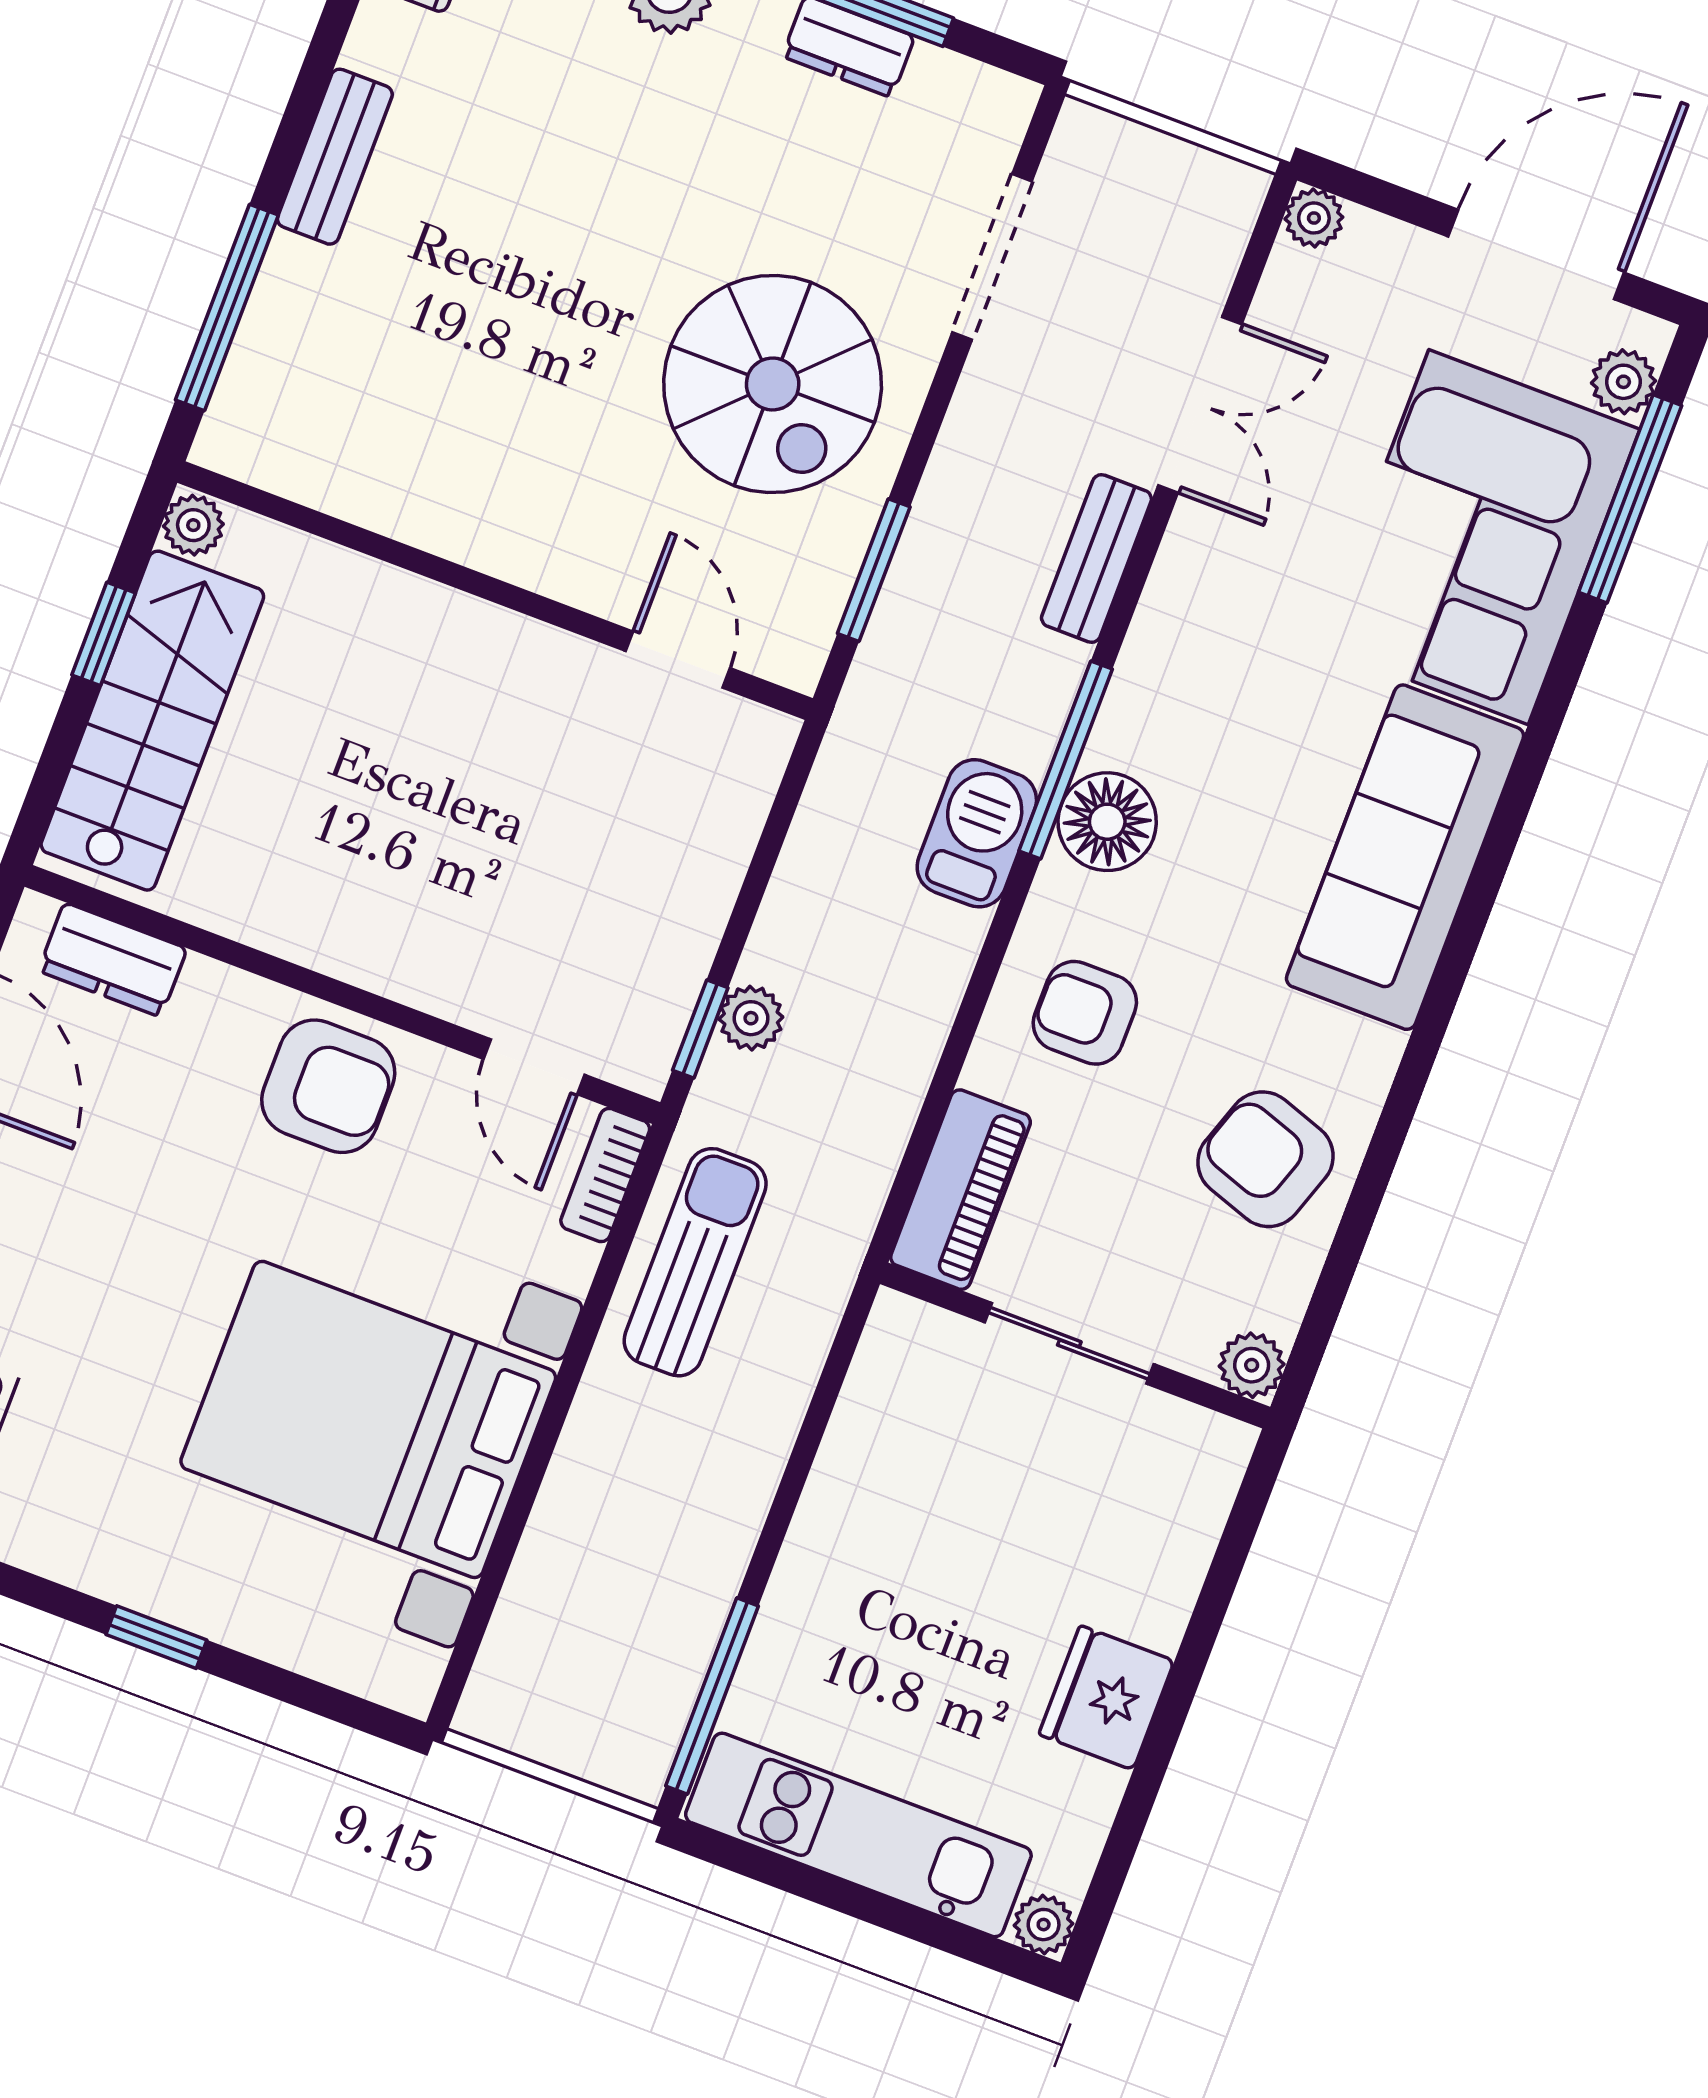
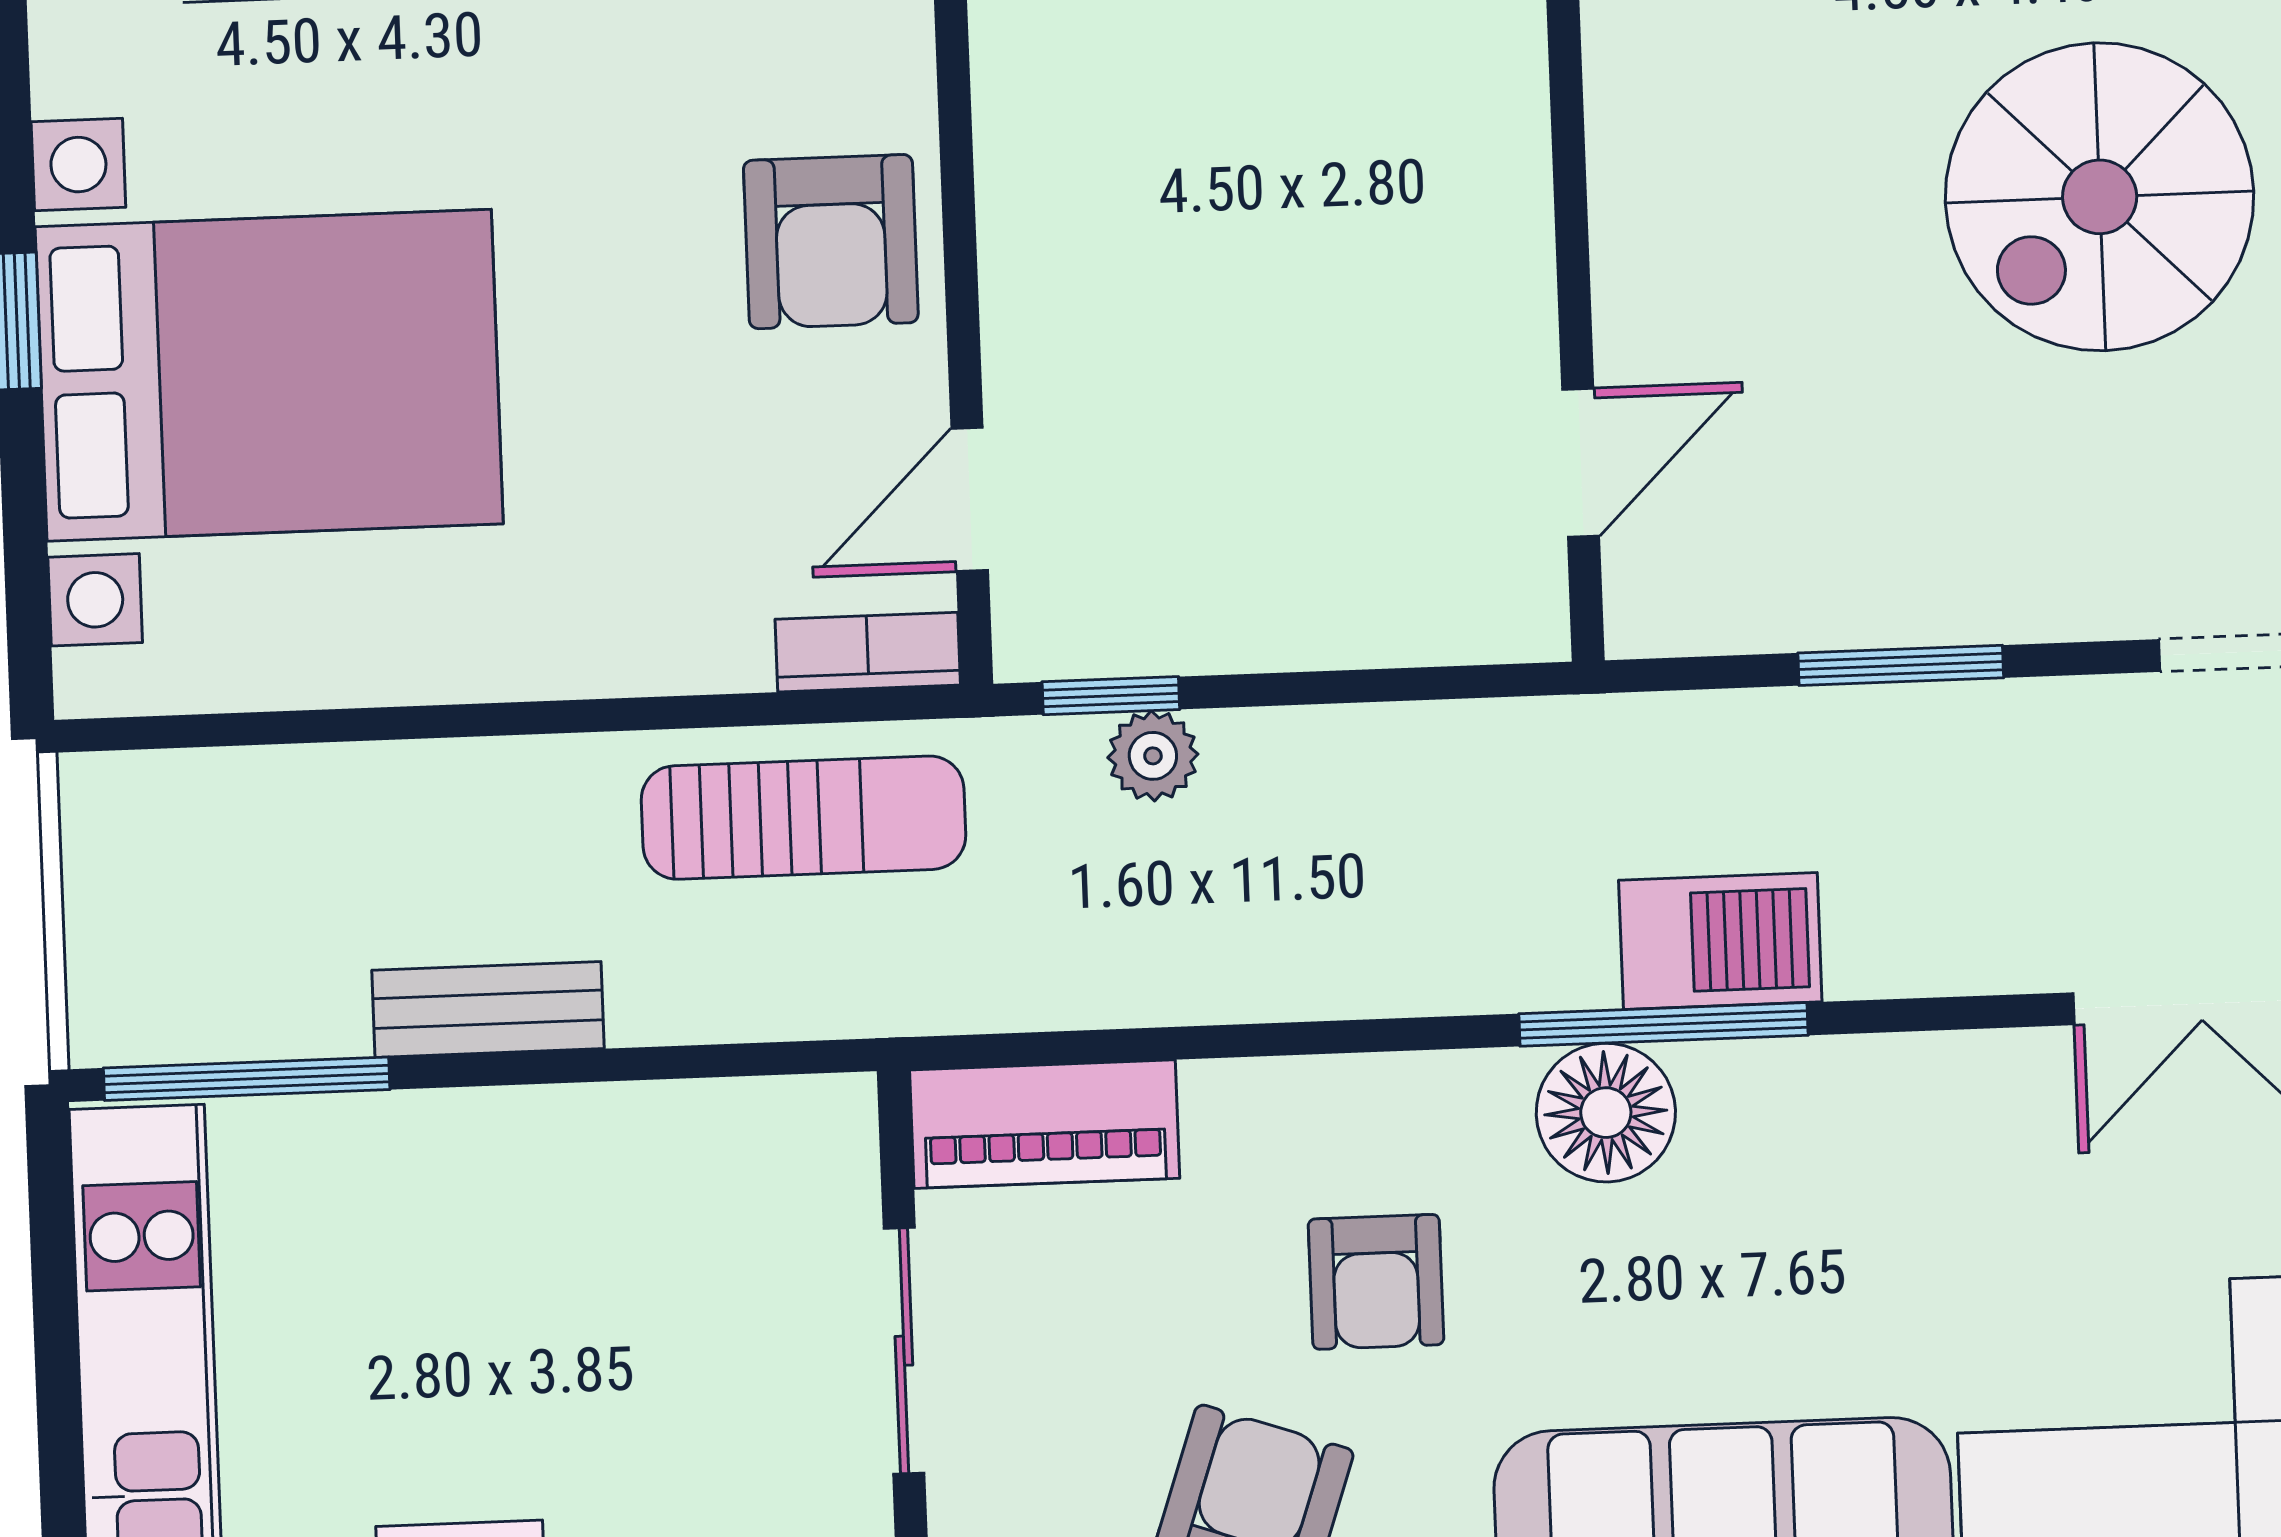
spiral stairs: (773, 384) -> (2100, 197), moved
bench: (1096, 559) -> (488, 1009), moved
window: (874, 570) -> (1901, 665), moved
barbecue: (977, 833) -> (1720, 941), moved
armchair: (1085, 1013) -> (1376, 1282), moved, turned 180
bed with nightstands: (368, 1419) -> (269, 375), moved, turned 90

